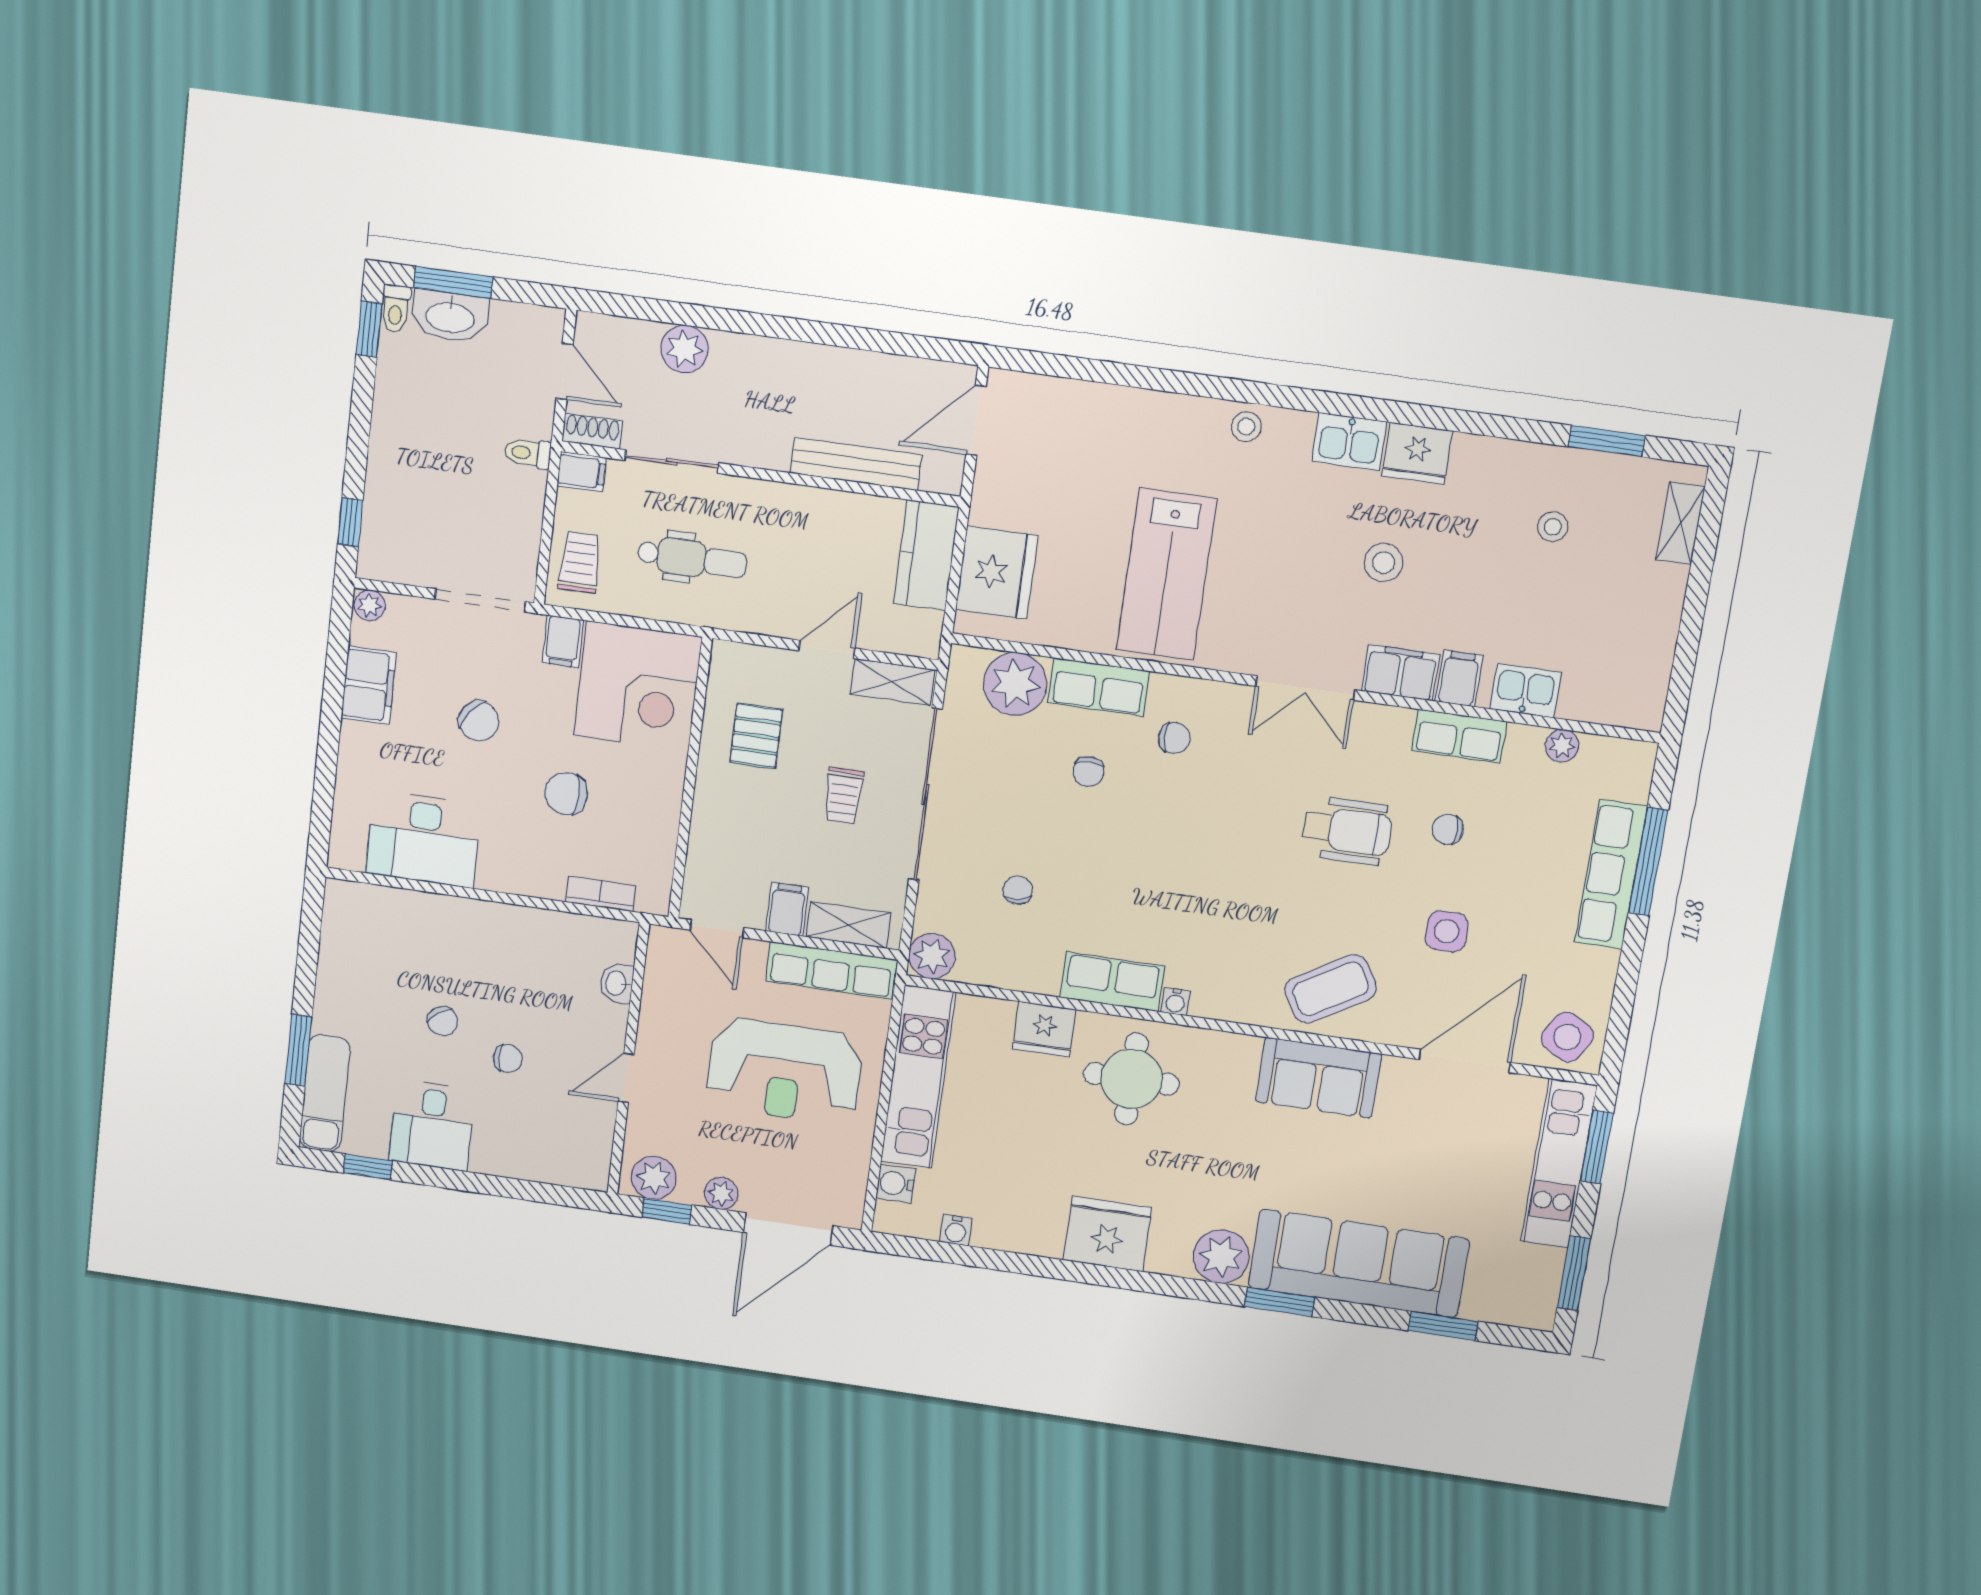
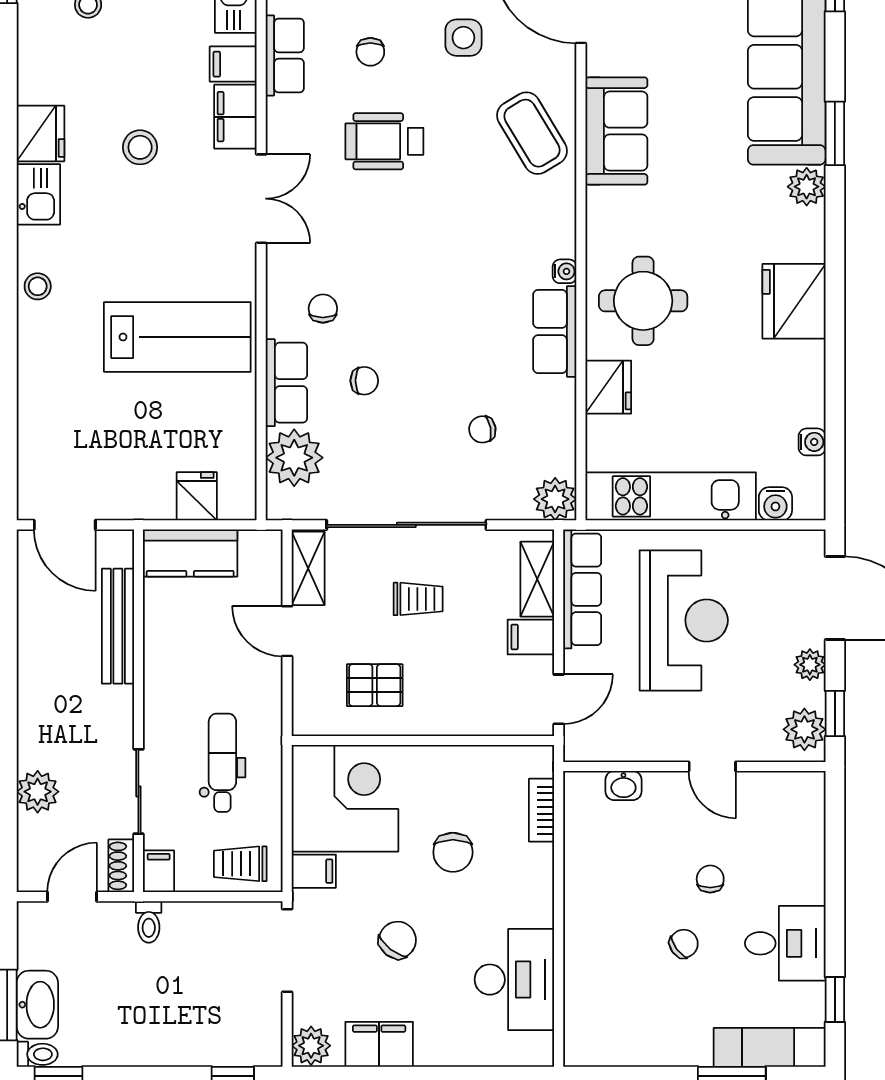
fridge: (997, 573) -> (197, 496), width x0.53, depth x0.75
plant: (370, 605) -> (311, 1046), width x1.38, depth x1.38
wheelchair: (1347, 831) -> (384, 141), turned -90
plant: (1221, 1257) -> (807, 187), width x0.73, depth x0.73

